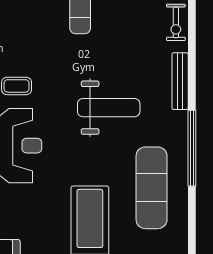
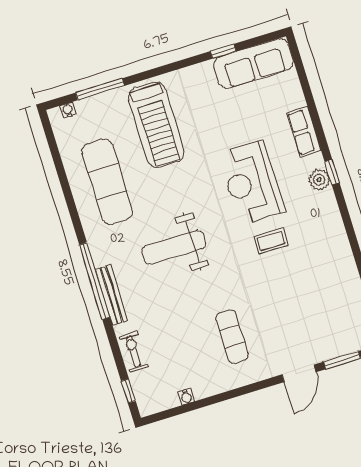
window: (192, 148) -> (95, 281), moved

